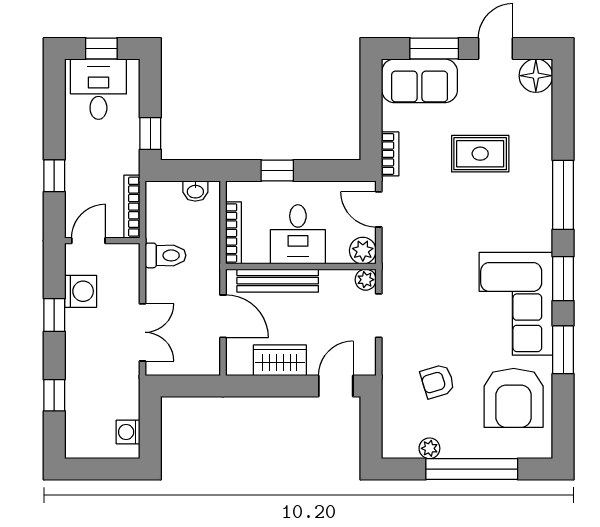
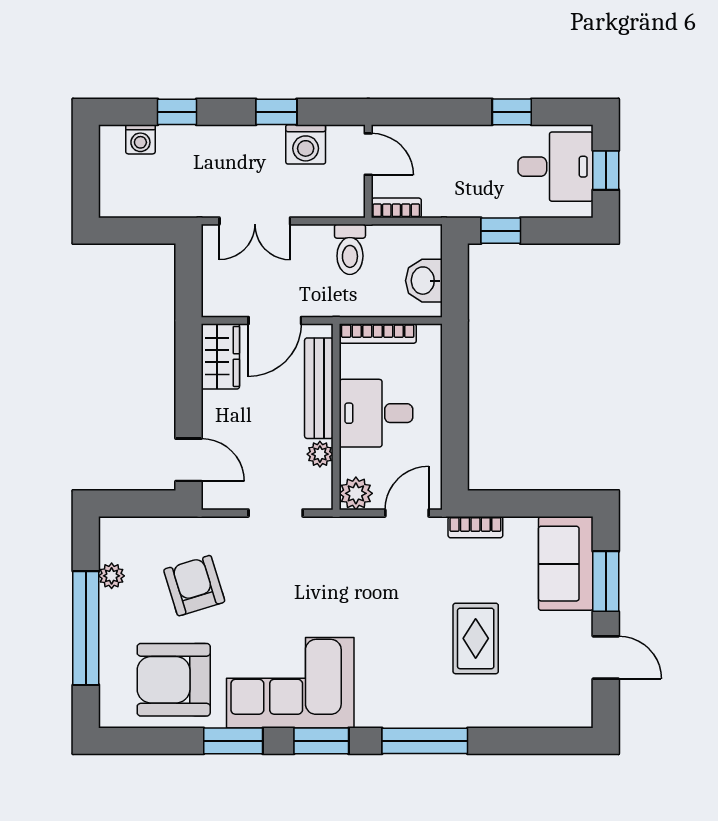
floor lamp: (536, 76) -> (572, 707), removed
window: (277, 171) -> (455, 388), removed
window: (54, 176) -> (512, 112), moved
washbasin: (195, 191) -> (424, 281), width x1.38, depth x1.45
bookcase: (132, 207) -> (396, 208), width x0.64
plant: (366, 280) -> (320, 454), moved
wardrobe: (280, 360) -> (220, 356), moved
armchair: (437, 381) -> (194, 586), width x1.38, depth x1.38
washing machine: (128, 432) -> (140, 139), moved, turned 180

